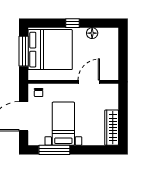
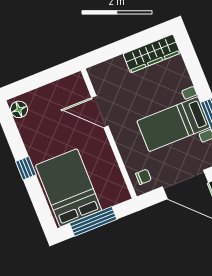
floor lamp: (92, 33) -> (19, 109), moved
bed: (50, 50) -> (69, 188), width x0.73

